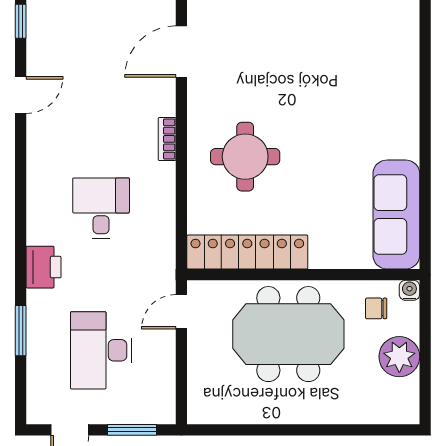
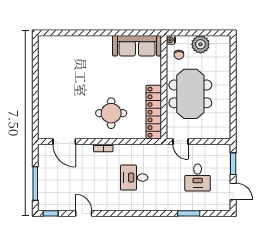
printer: (44, 267) -> (160, 203), removed
desk: (101, 350) -> (198, 178), width x0.73

